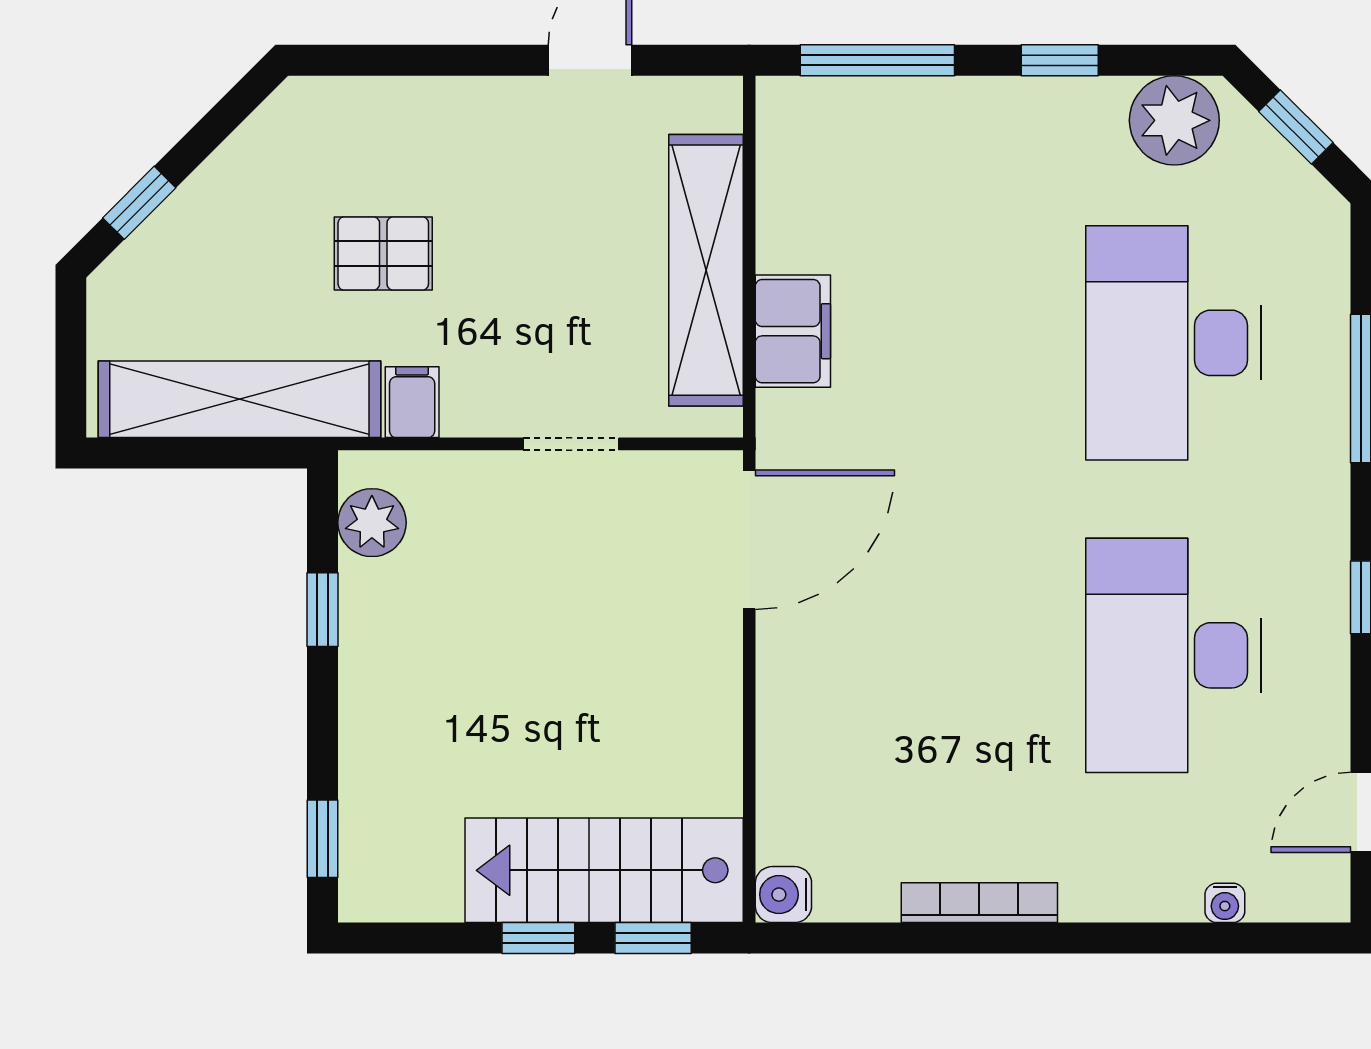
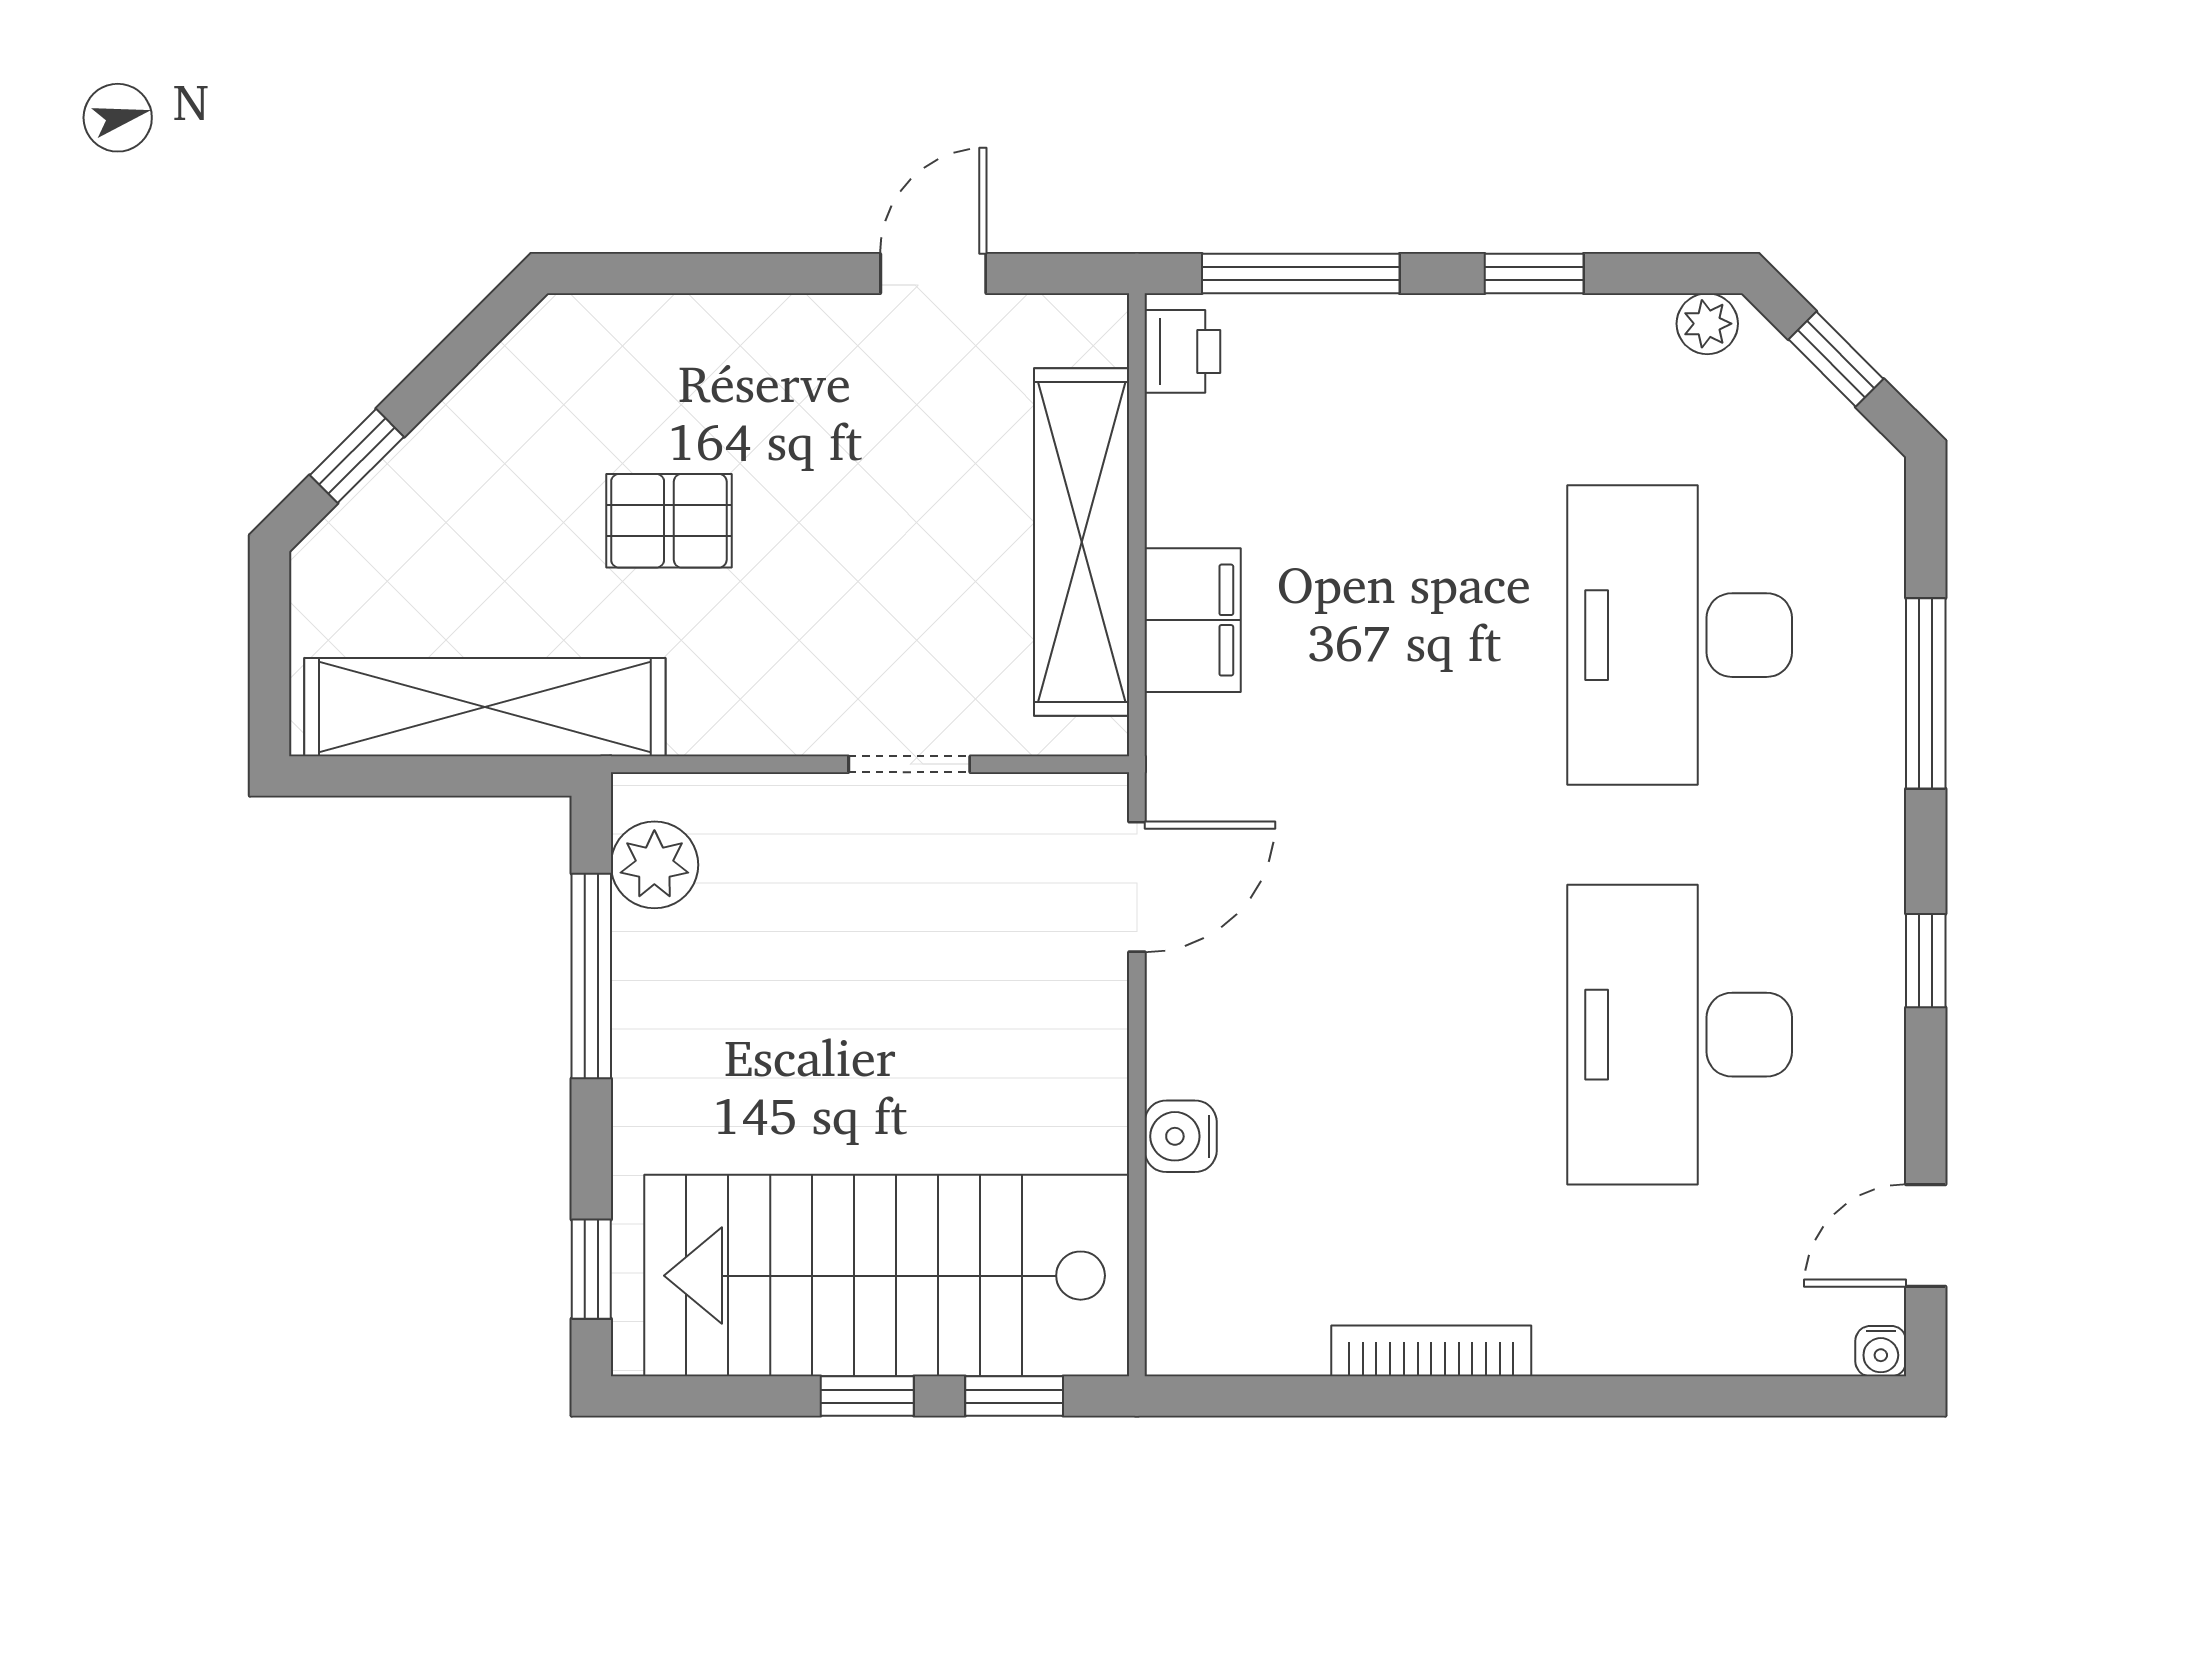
plant: (1174, 120) -> (1707, 324), width x0.53, depth x0.53
printer: (785, 121) -> (1182, 351), added
filing cabinet: (412, 402) -> (706, 711), removed
door: (749, 540) -> (1137, 887), width x0.73
window: (323, 610) -> (591, 976), width x2.17
stairs: (604, 870) -> (887, 1276), width x1.36, depth x1.51
water cooler: (783, 895) -> (1181, 1136), moved
water cooler: (1225, 903) -> (1881, 1351), moved

